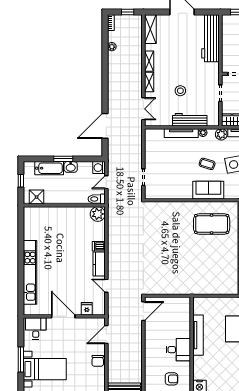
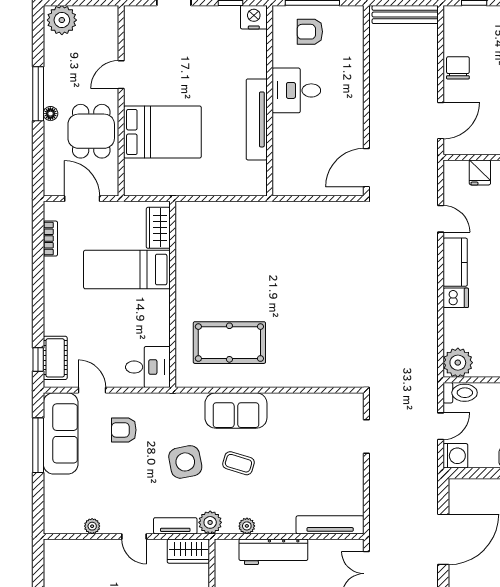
tv unit: (181, 133) -> (330, 525), moved

